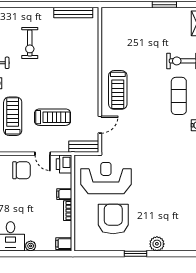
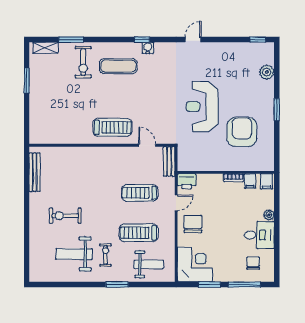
exercise bike: (30, 43) -> (65, 216), turned 180
treadmill: (53, 117) -> (140, 193), turned -90
reception desk: (106, 178) -> (202, 107), moved
filing cabinet: (64, 194) -> (250, 181), moved
armchair: (113, 219) -> (242, 132), turned 90
plant: (157, 244) -> (267, 72), moved

